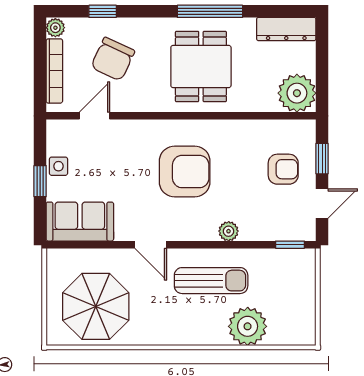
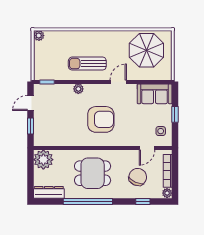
window: (210, 11) -> (88, 201), width x1.46
dining table: (201, 66) -> (93, 173), turned 90
side table: (59, 166) -> (161, 131), moved
armchair: (283, 169) -> (50, 121), removed
armchair: (185, 172) -> (101, 119), turned 180
door: (151, 245) -> (118, 82), hinge flipped
plant: (248, 326) -> (39, 36), moved, width x0.53, depth x0.53

